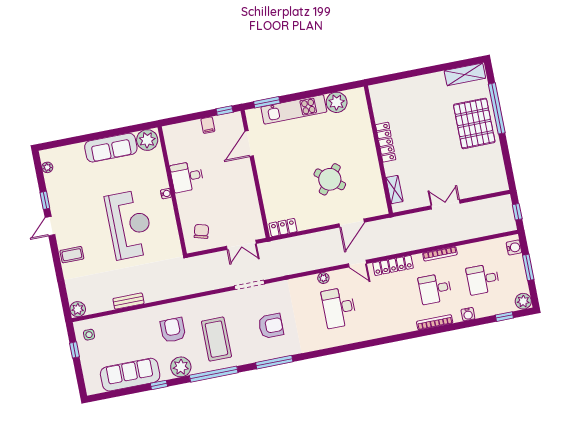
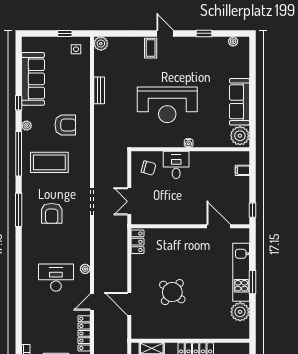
window: (267, 102) -> (253, 282), moved
filing cabinet: (208, 125) -> (242, 170), moved
desk: (187, 177) -> (176, 165), moved
door: (50, 226) -> (165, 33), moved
plant: (181, 367) -> (27, 126), width x0.53, depth x0.53

